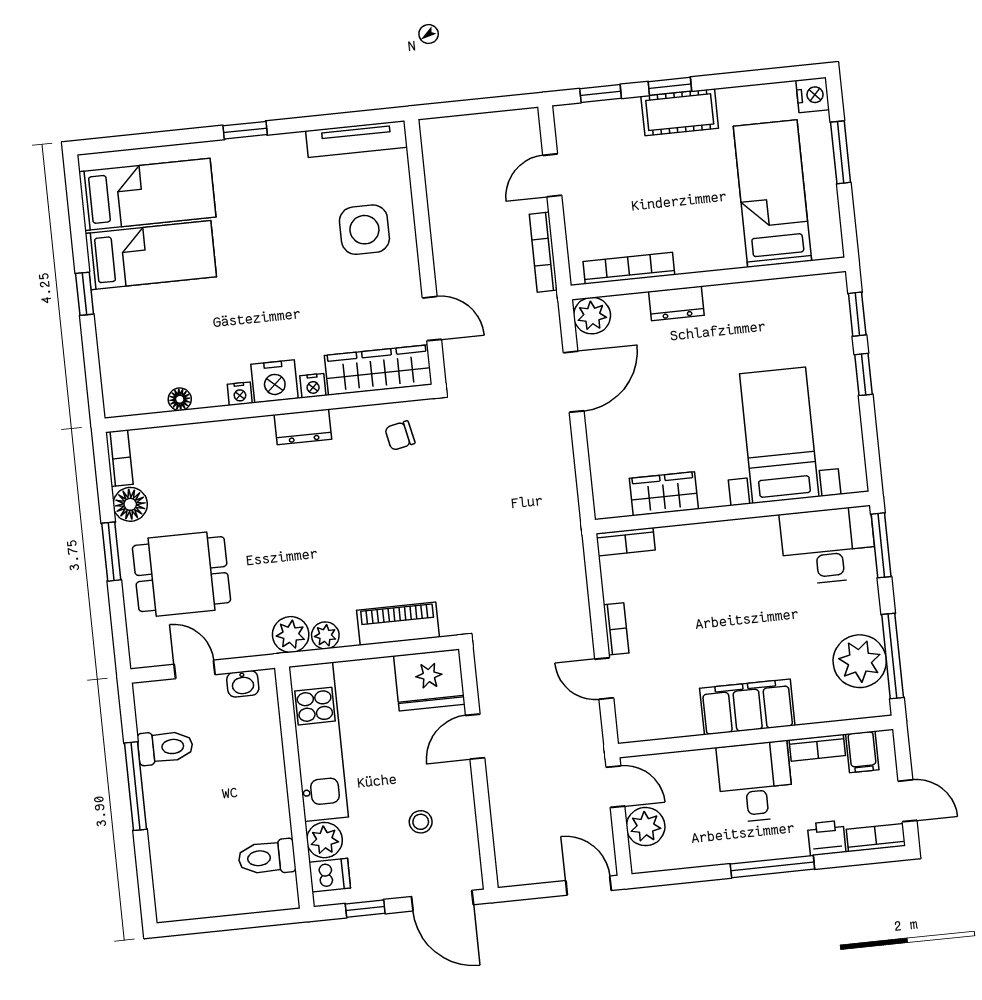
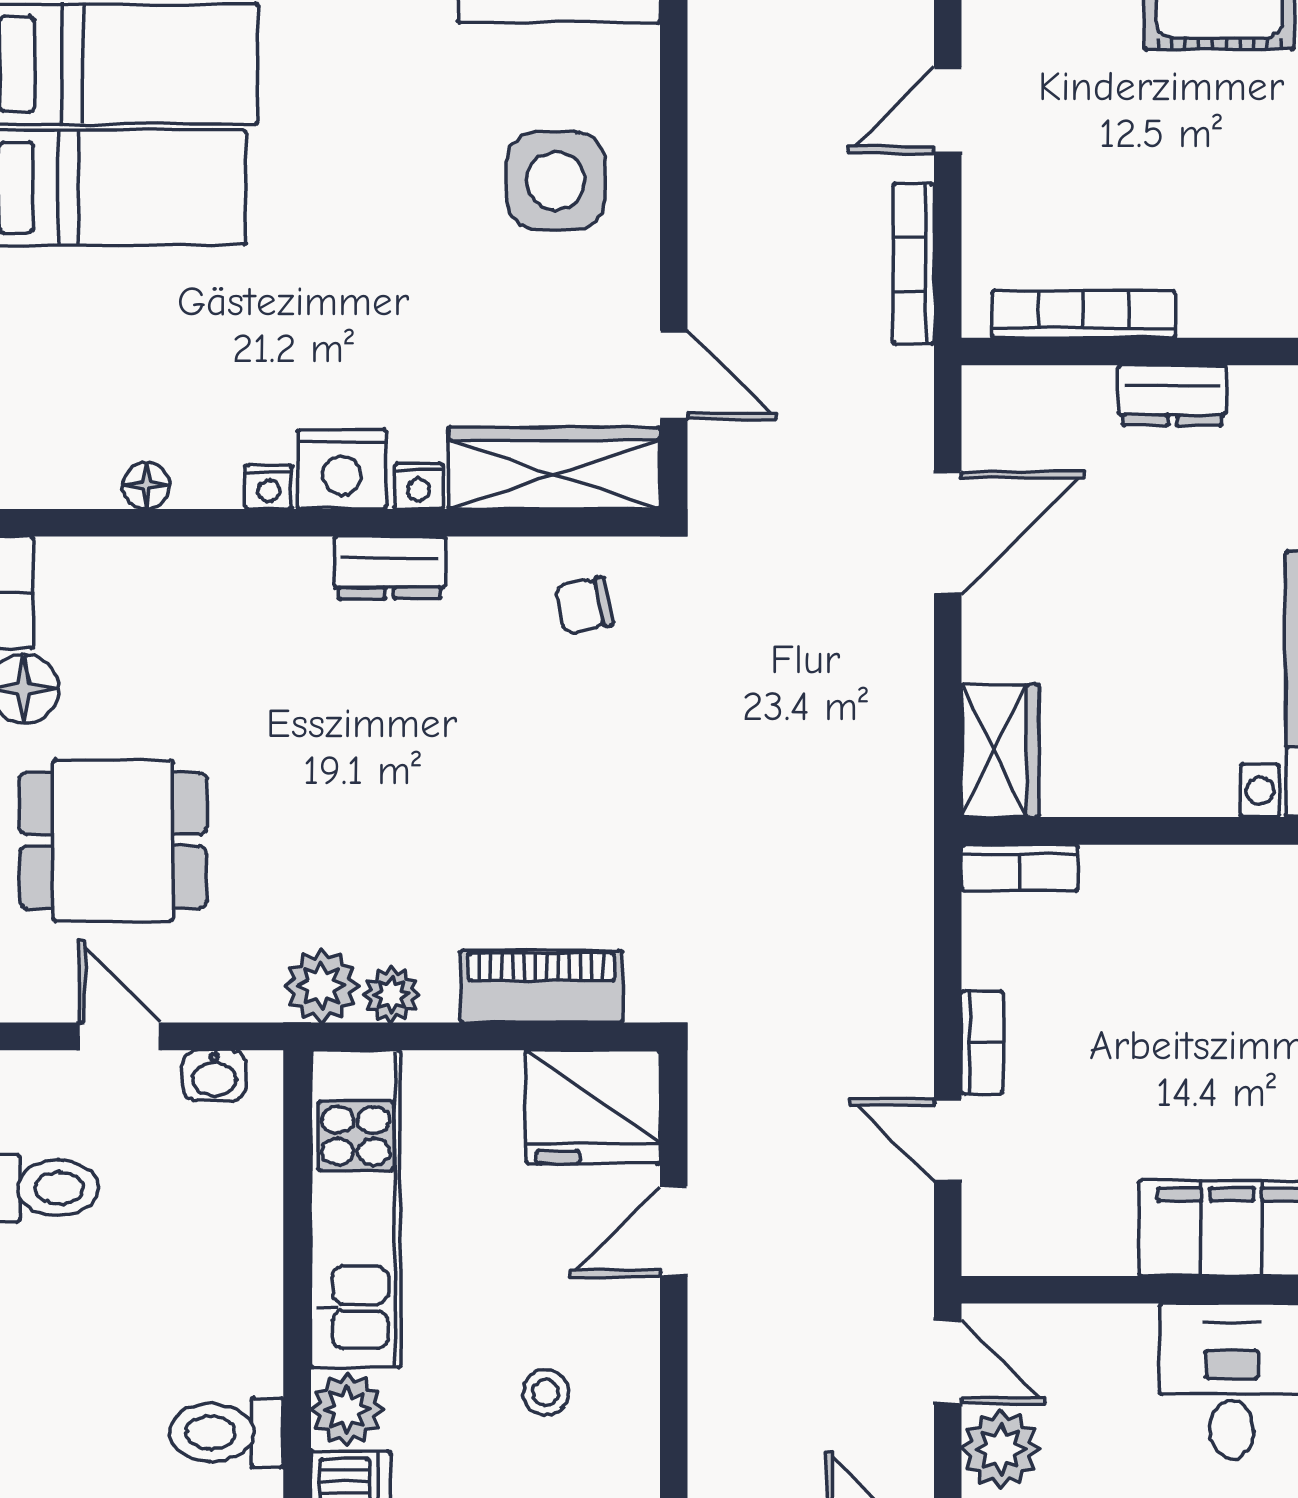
plant: (592, 316) -> (999, 403), removed
wardrobe: (664, 494) -> (1000, 751), moved, turned 90

